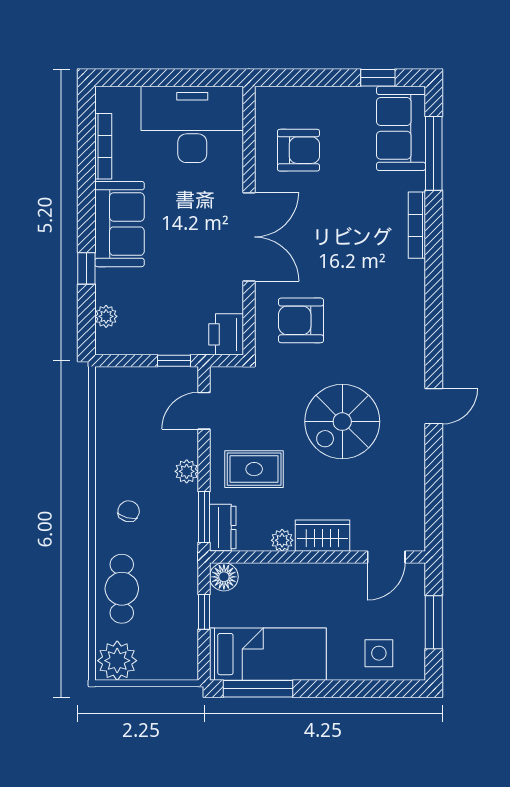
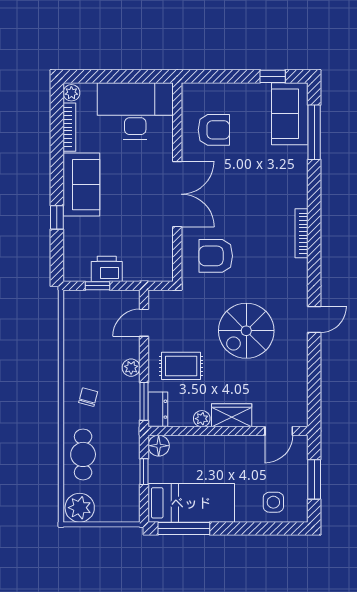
bookcase: (417, 225) -> (302, 233), moved
plant: (106, 316) -> (71, 93), moved
printer: (226, 334) -> (107, 269), moved, turned 90
window: (174, 361) -> (98, 286), moved

